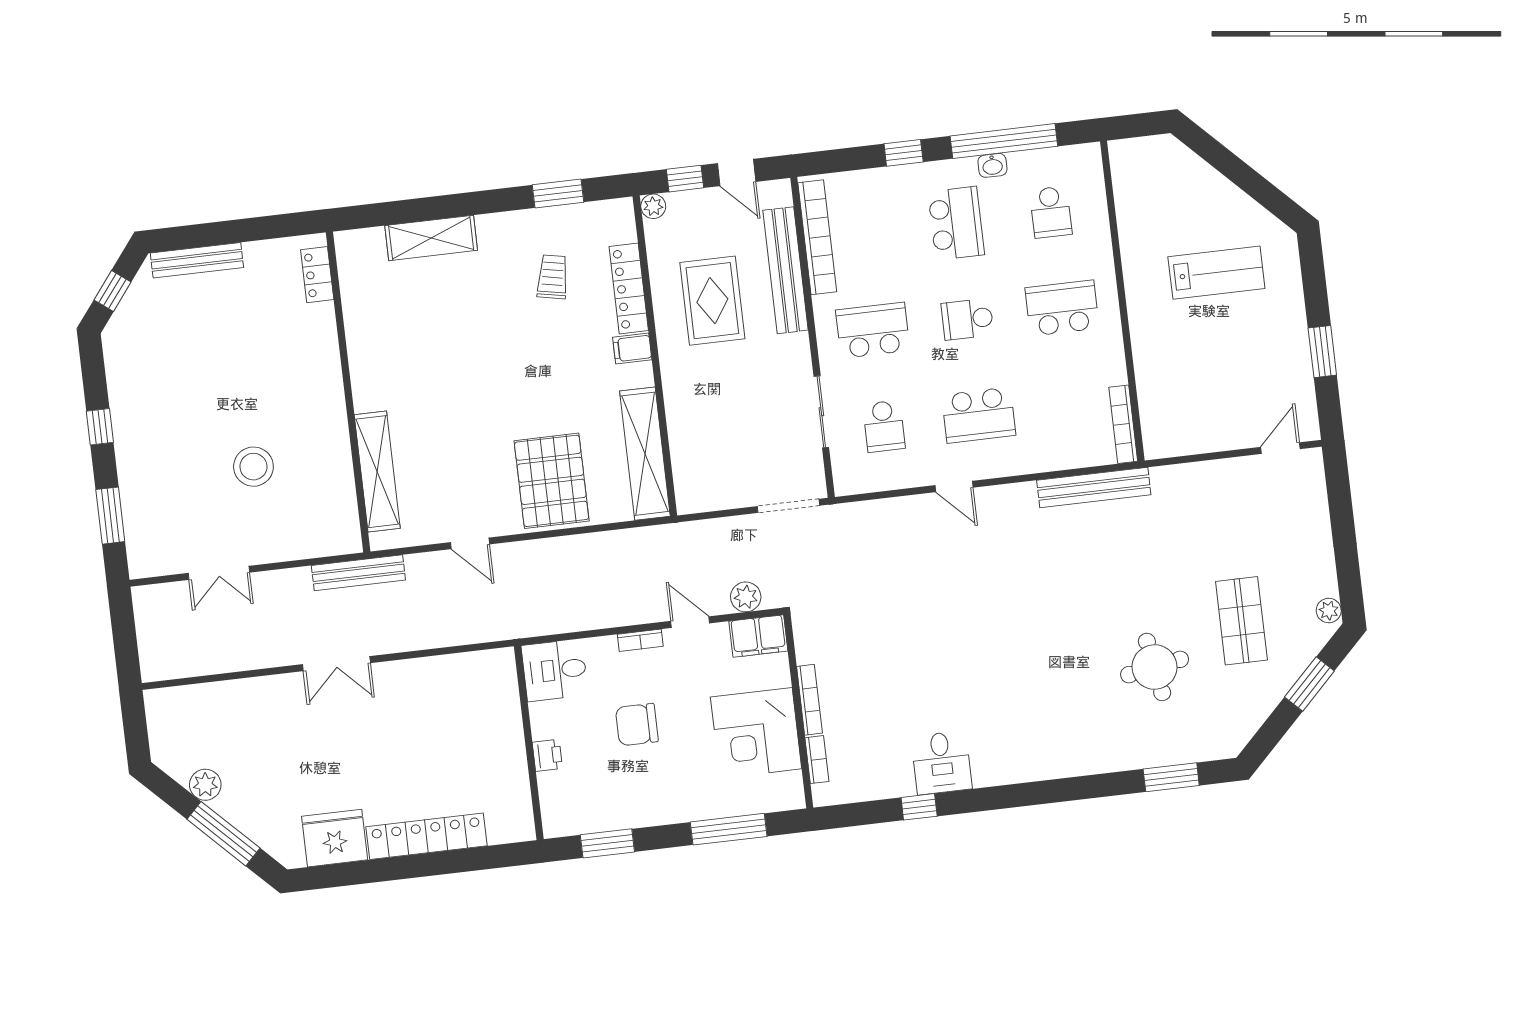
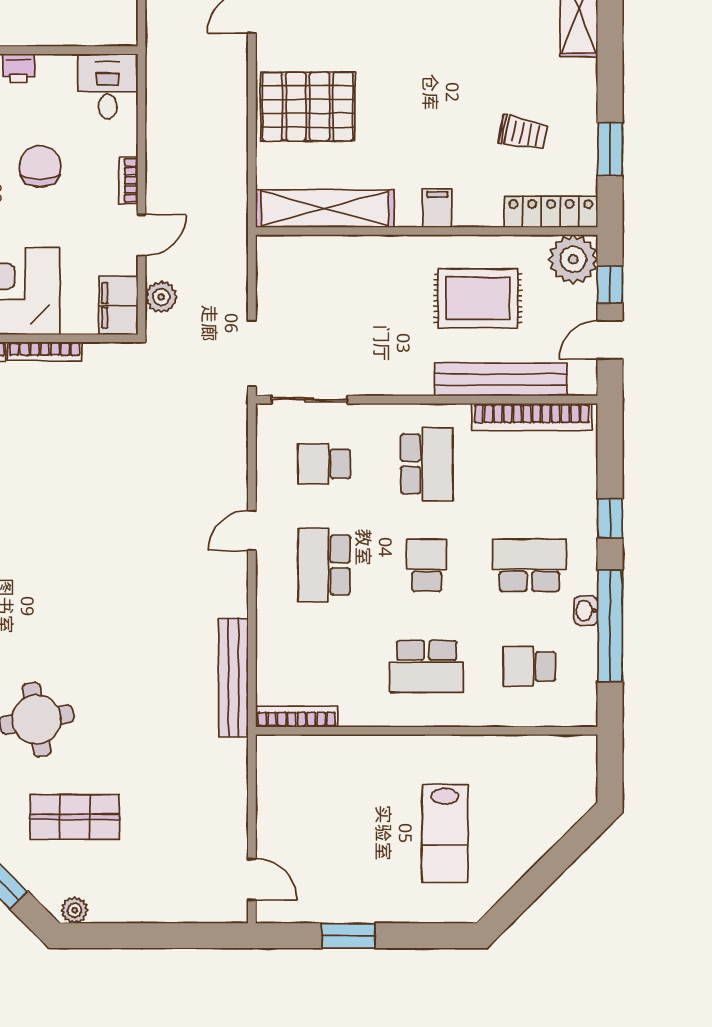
plant: (653, 206) -> (573, 259), width x1.87, depth x1.87
school desk: (956, 223) -> (529, 565), turned 180
locker: (629, 288) -> (551, 212), moved
school desk: (1062, 308) -> (427, 666), turned 90
sliding door: (821, 412) -> (309, 400), moved

